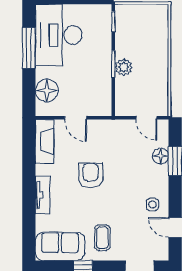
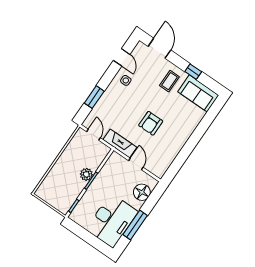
fireplace: (45, 141) -> (120, 143), moved, turned 90
floor lamp: (161, 156) -> (101, 106), removed
tv unit: (43, 195) -> (188, 131), removed

